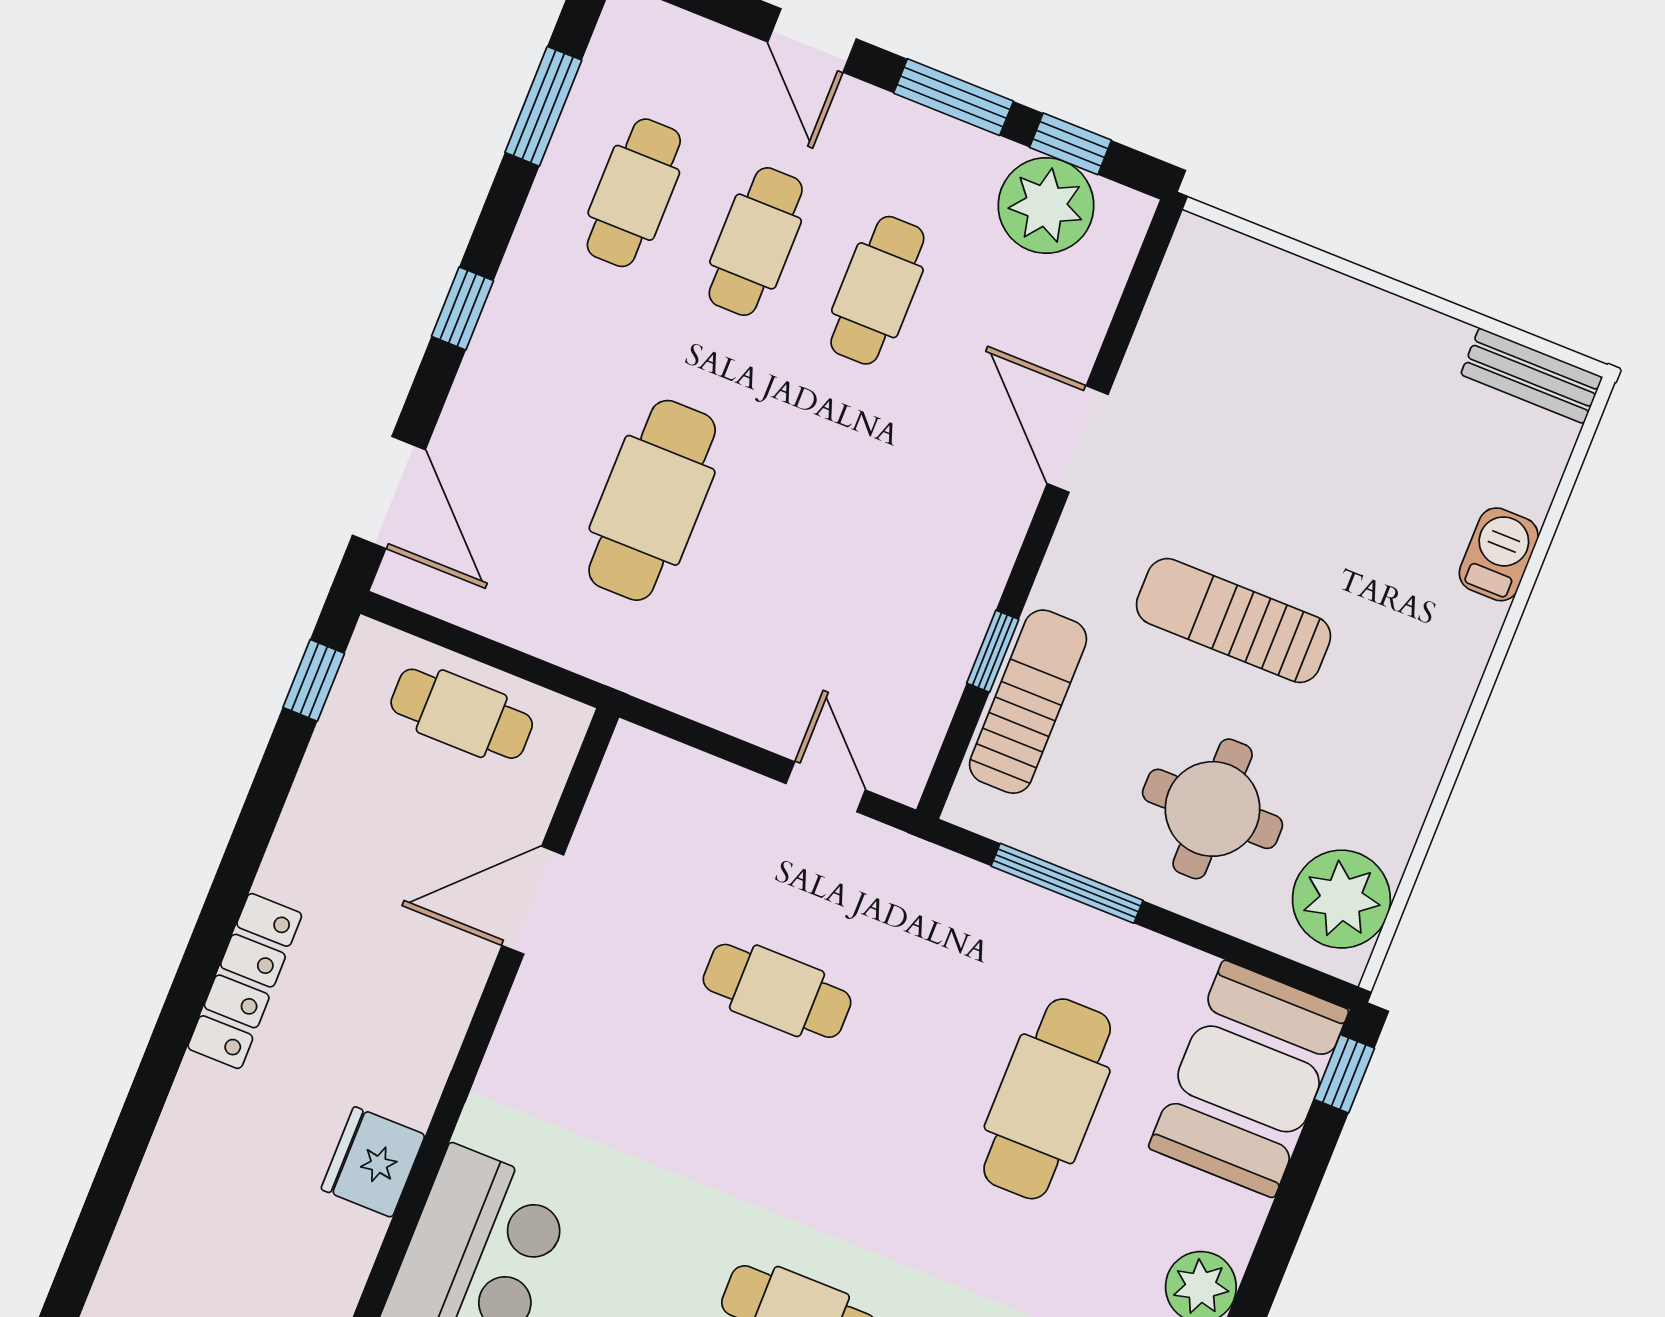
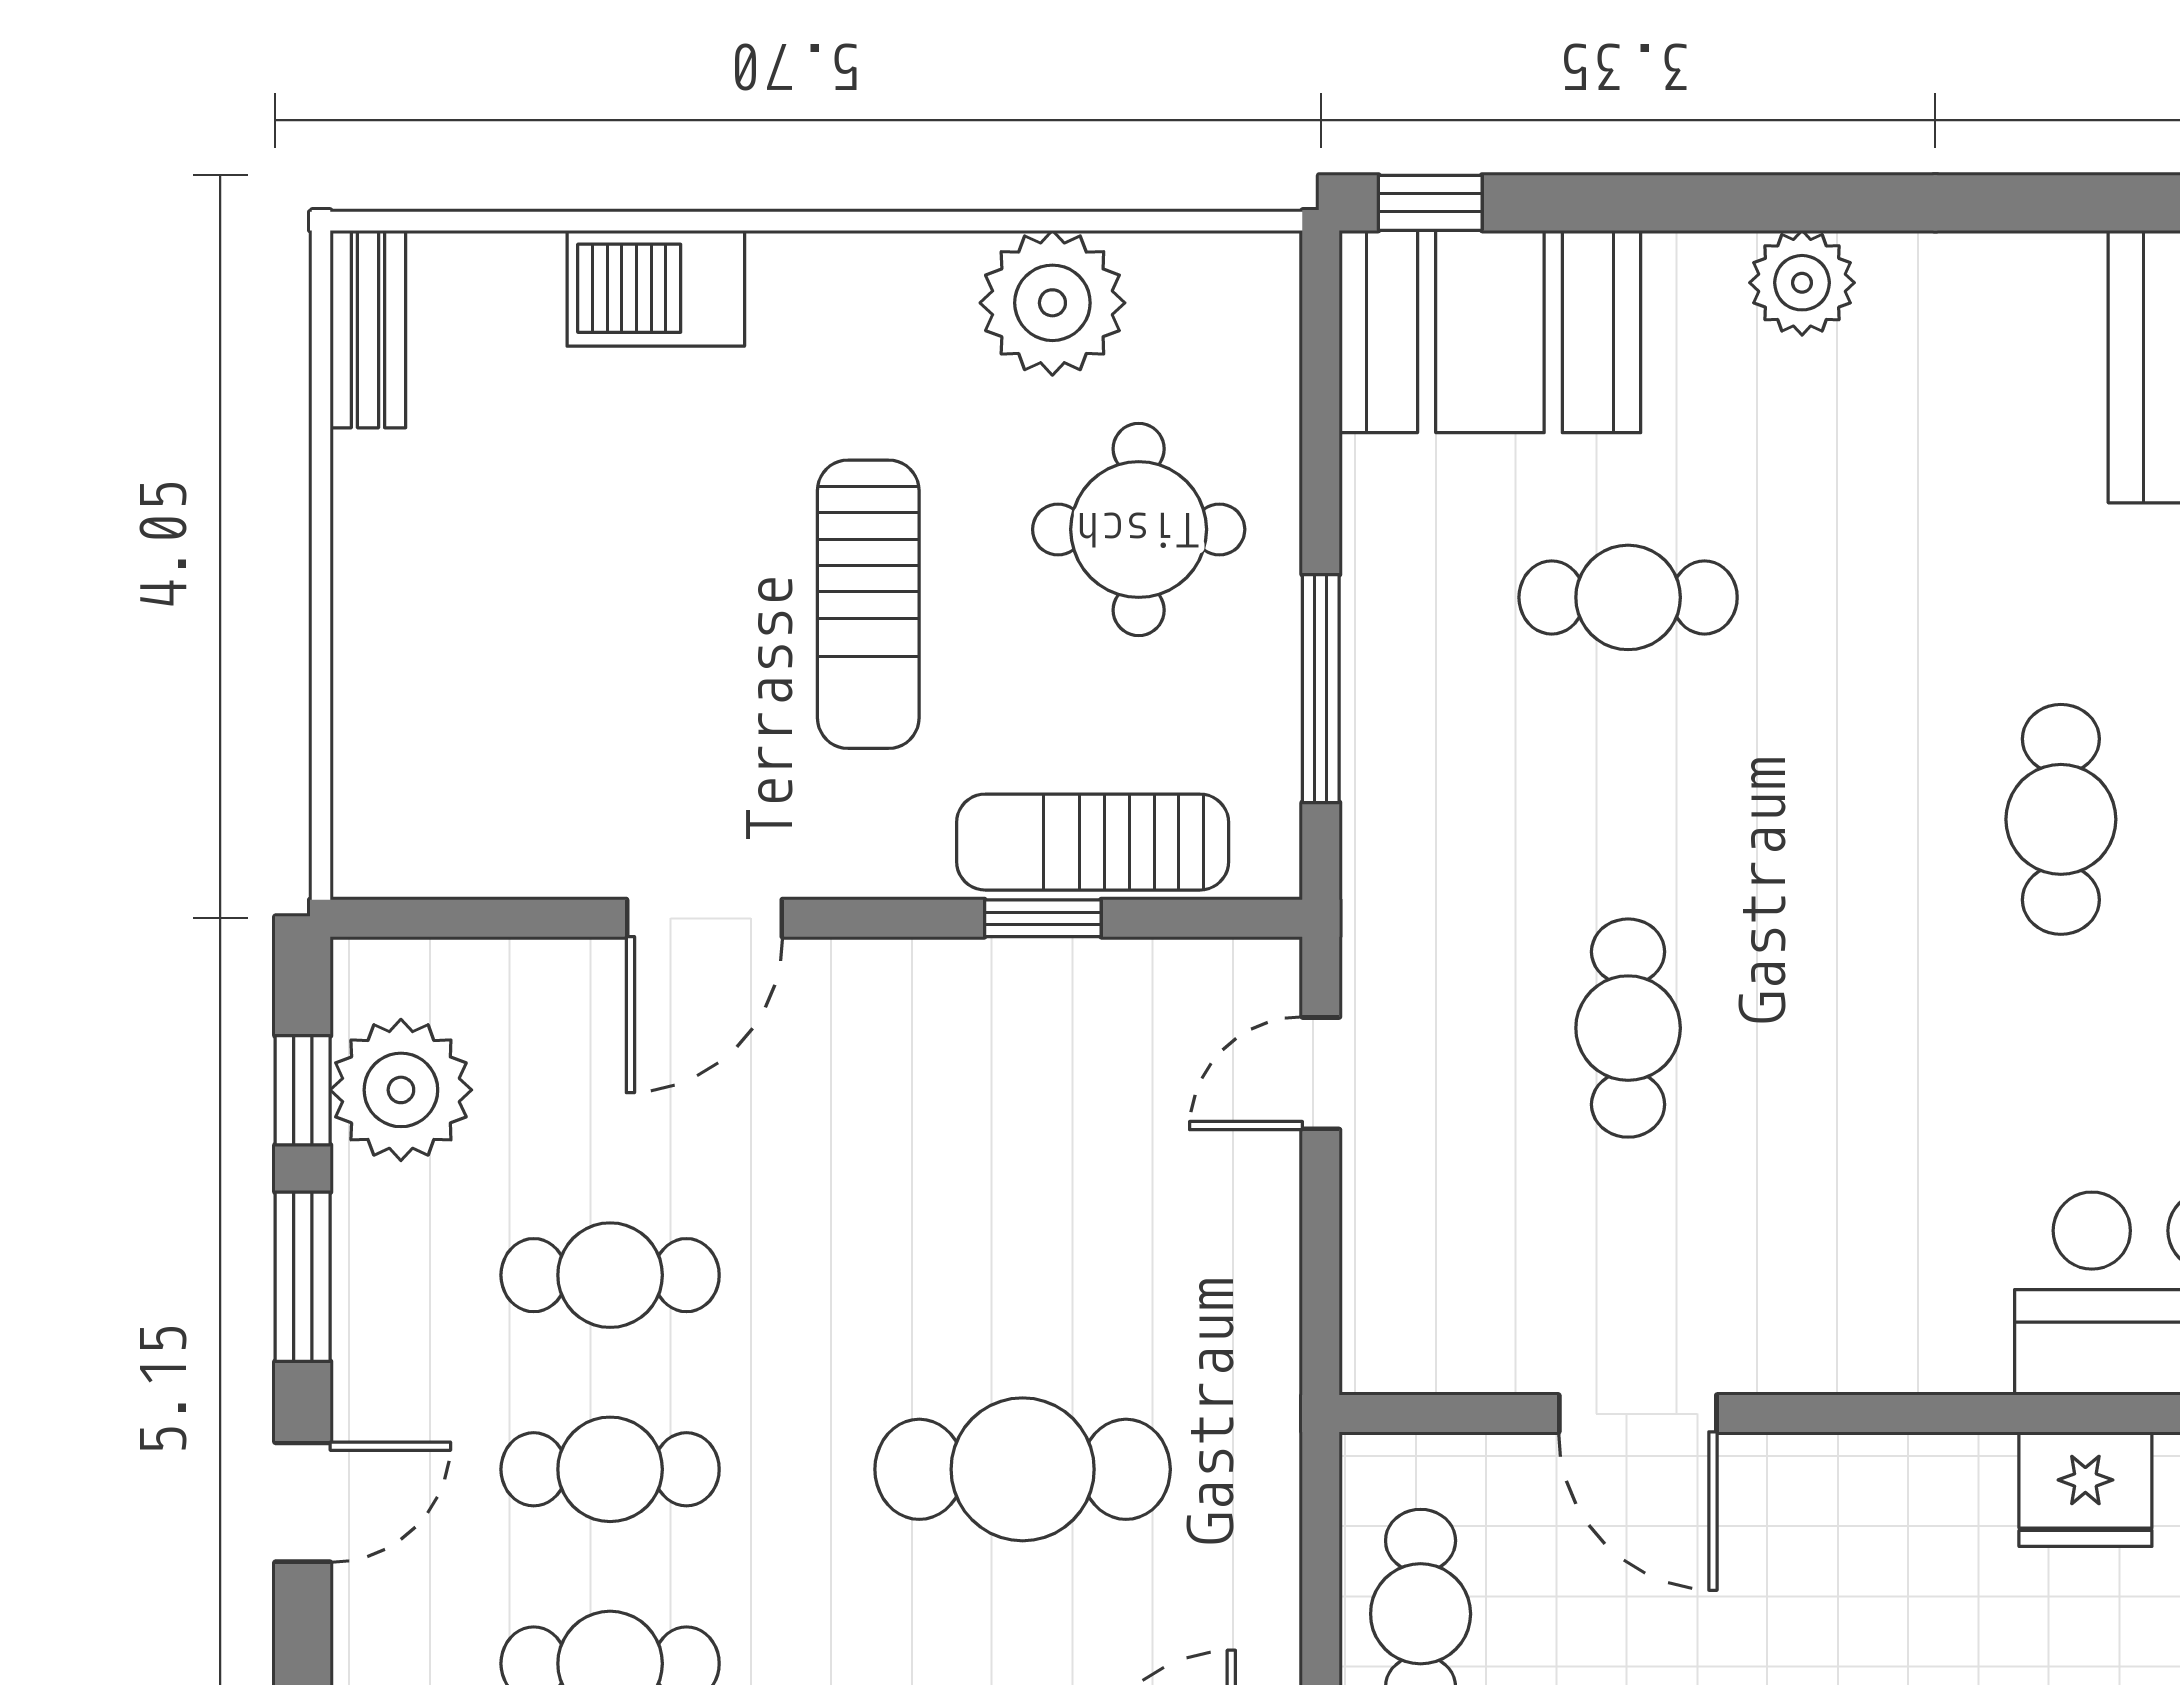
barbecue: (1499, 554) -> (656, 288), width x1.38, depth x1.27
plant: (1341, 899) -> (1052, 303), moved
cafe table: (1047, 1099) -> (1628, 597), width x0.73, depth x0.74

